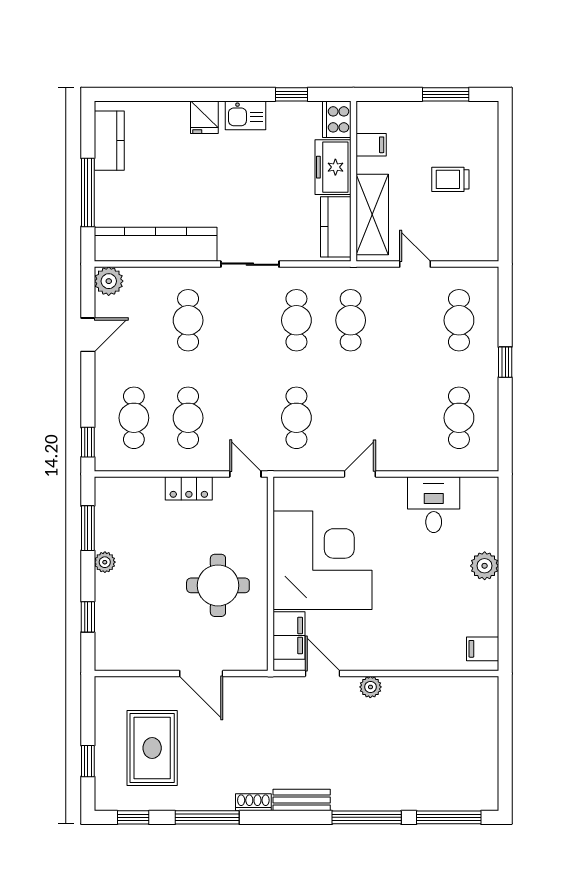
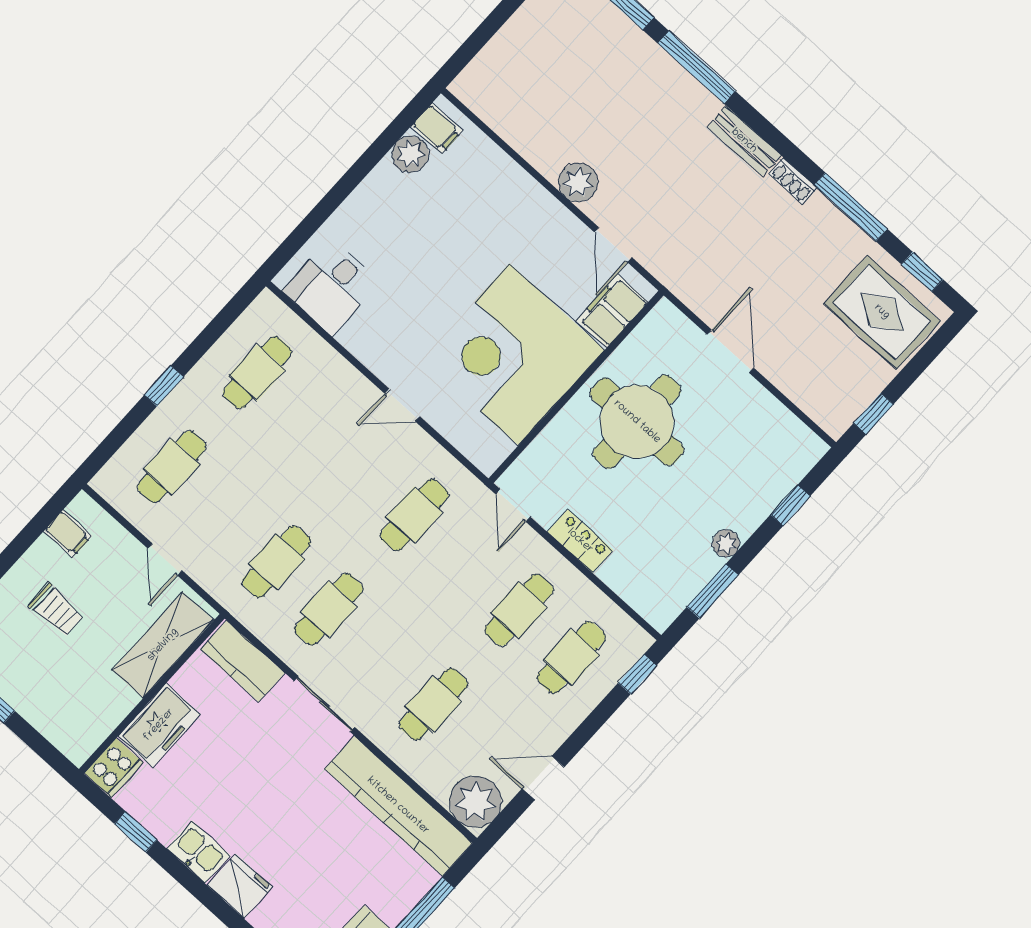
fridge: (204, 117) -> (240, 886), width x1.38
filing cabinet: (371, 145) -> (68, 534), moved, turned 180
kitchen counter: (336, 227) -> (243, 661), moved, turned 90
plant: (109, 281) -> (475, 802), width x1.36, depth x1.36
desk: (434, 505) -> (331, 287), moved
plant: (485, 566) -> (410, 154), moved
round table: (218, 585) -> (637, 422), width x1.36, depth x1.36
plant: (370, 687) -> (578, 182), width x1.38, depth x1.38
rug: (152, 748) -> (882, 312), moved, turned 90
window: (88, 761) -> (873, 414), moved

